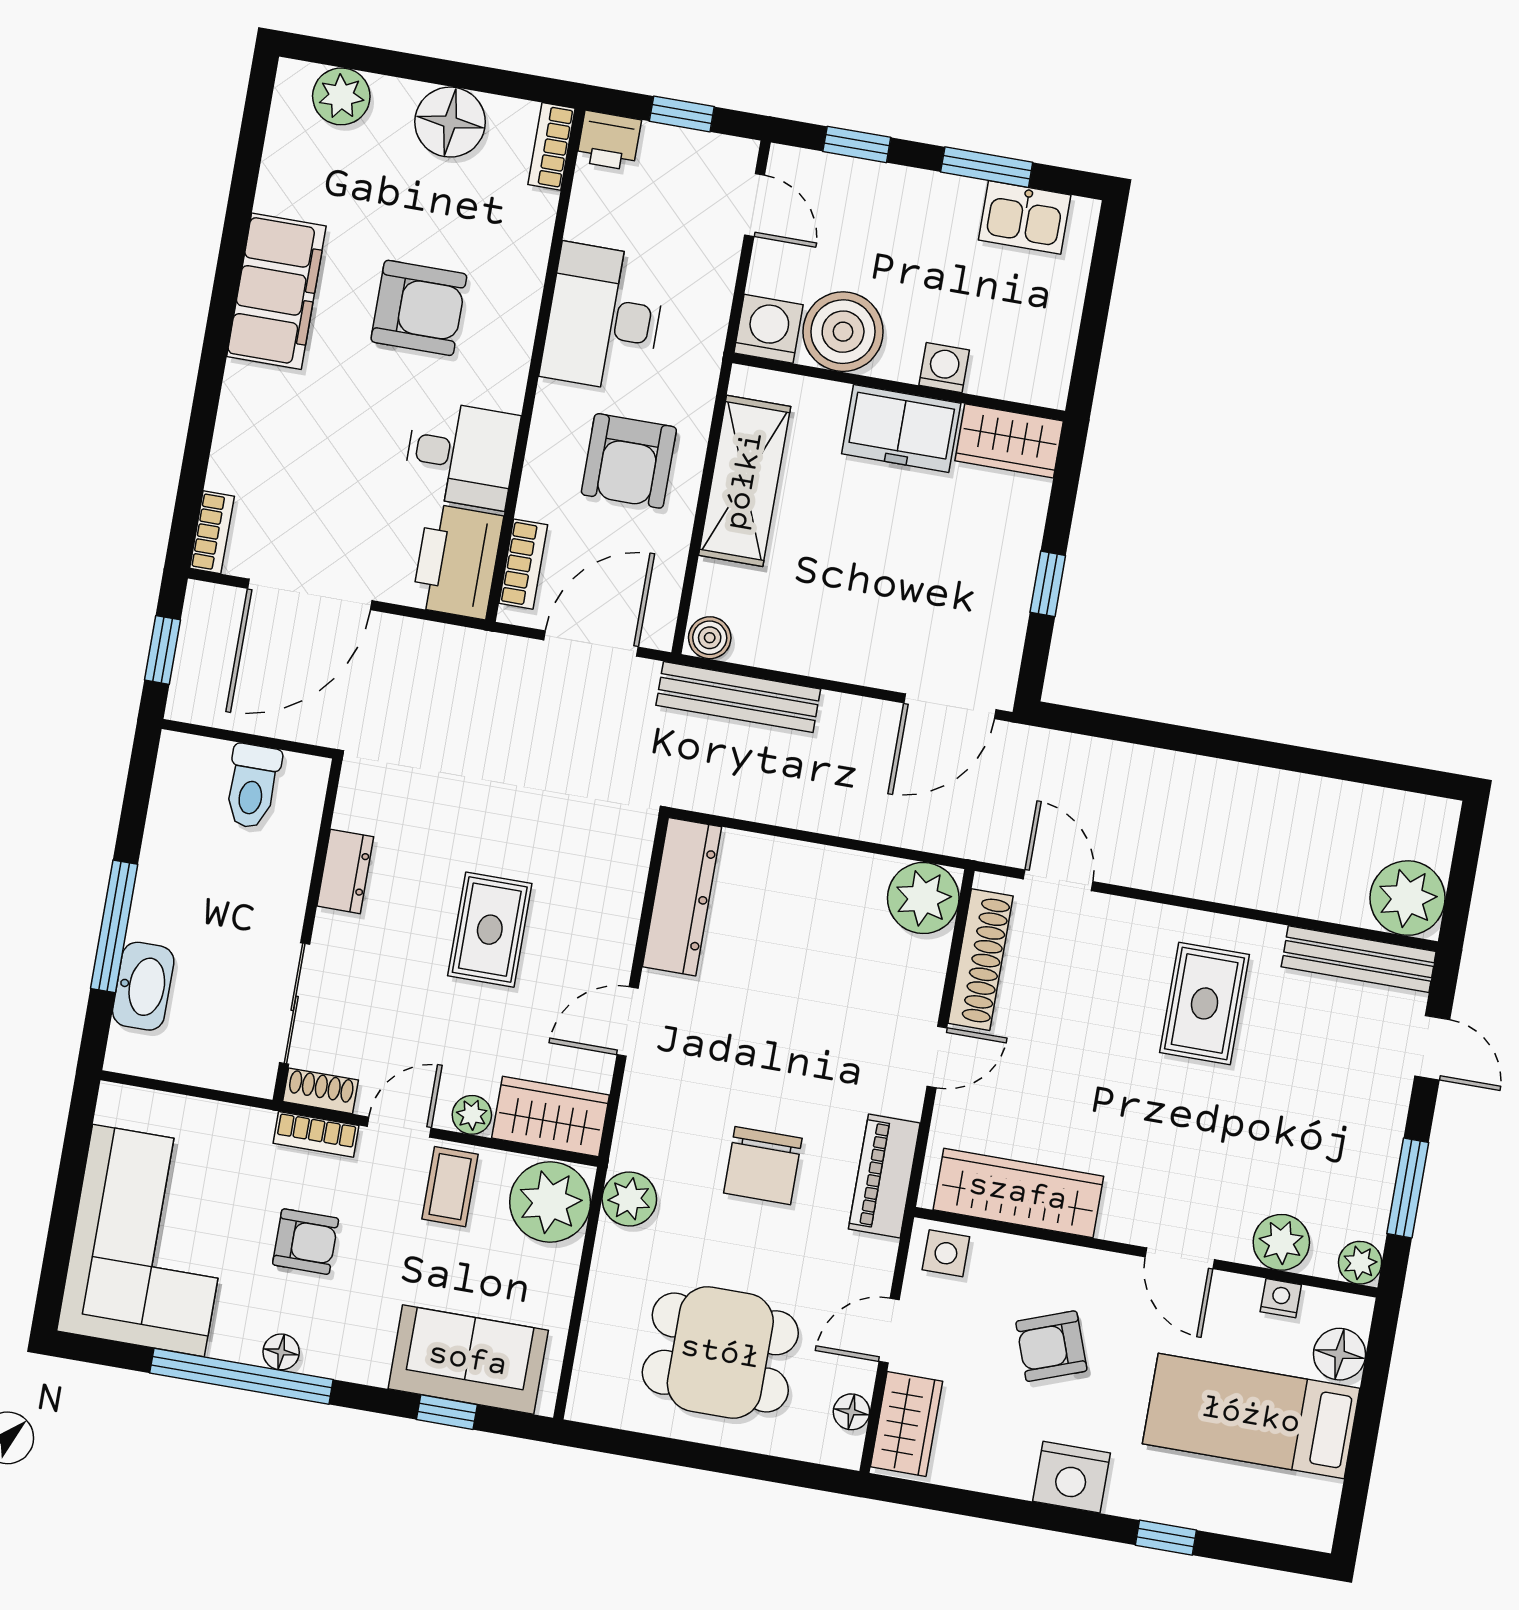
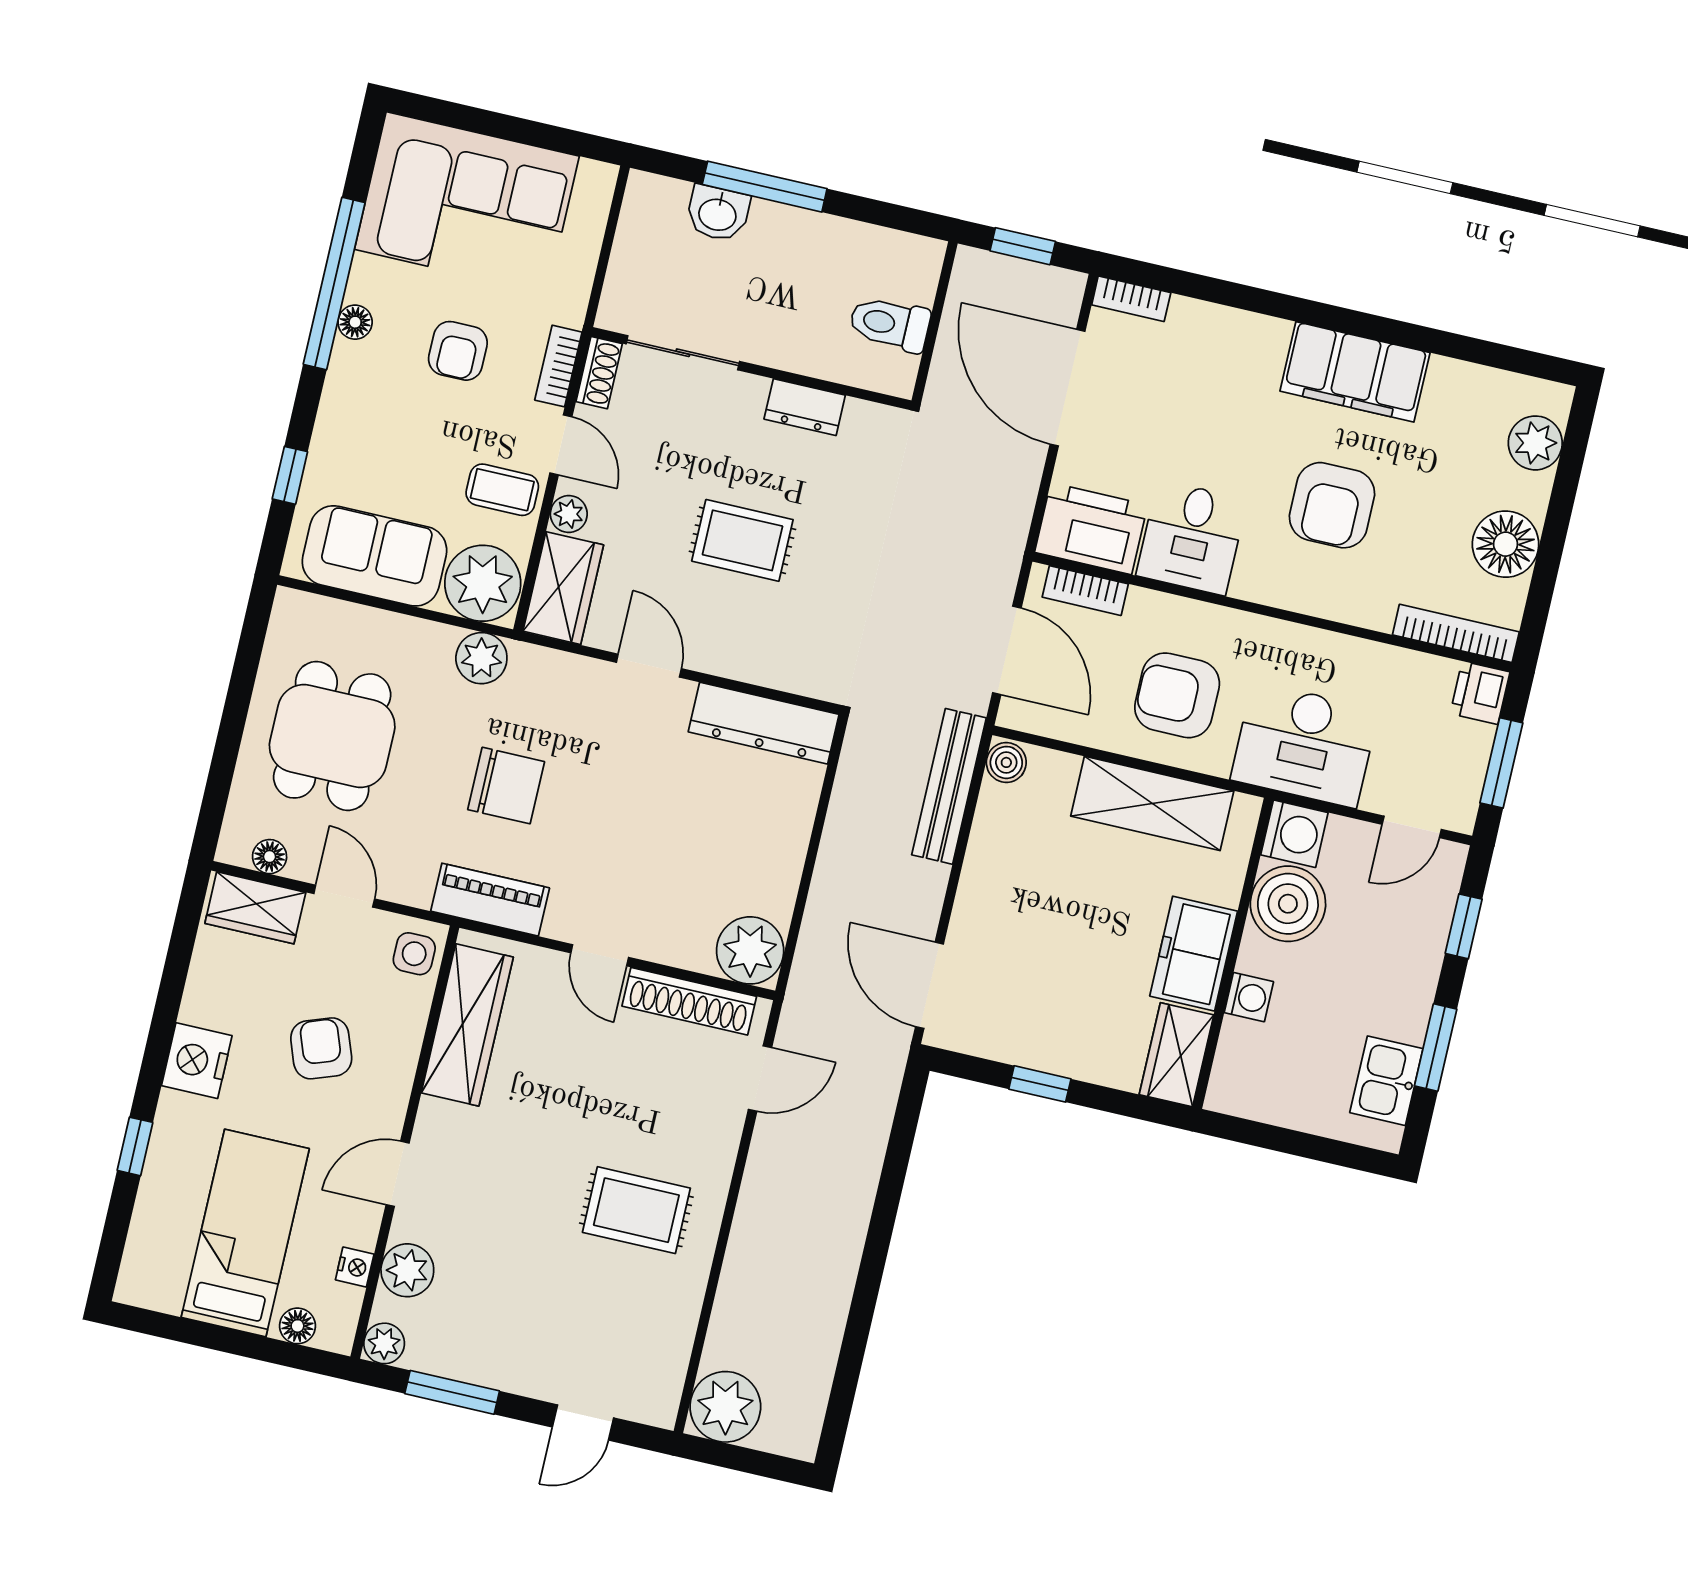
window: (682, 114) -> (1501, 763), width x1.50
bookcase: (551, 146) -> (1456, 633), width x1.56
desk: (604, 318) -> (1305, 745), moved, turned 180
bench: (1359, 959) -> (670, 1358), removed
washbasin: (143, 986) -> (718, 213), width x0.72
chair: (763, 1166) -> (506, 786), turned 180
floor lamp: (1340, 1354) -> (297, 1326), width x0.73, depth x0.73
sofa: (468, 1360) -> (374, 556), moved, turned -90

